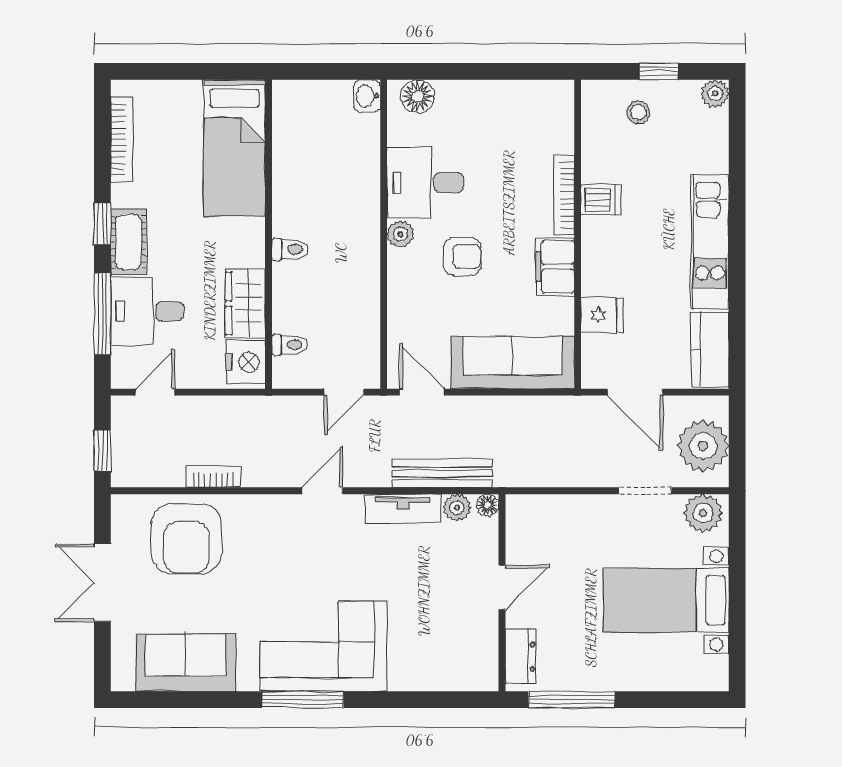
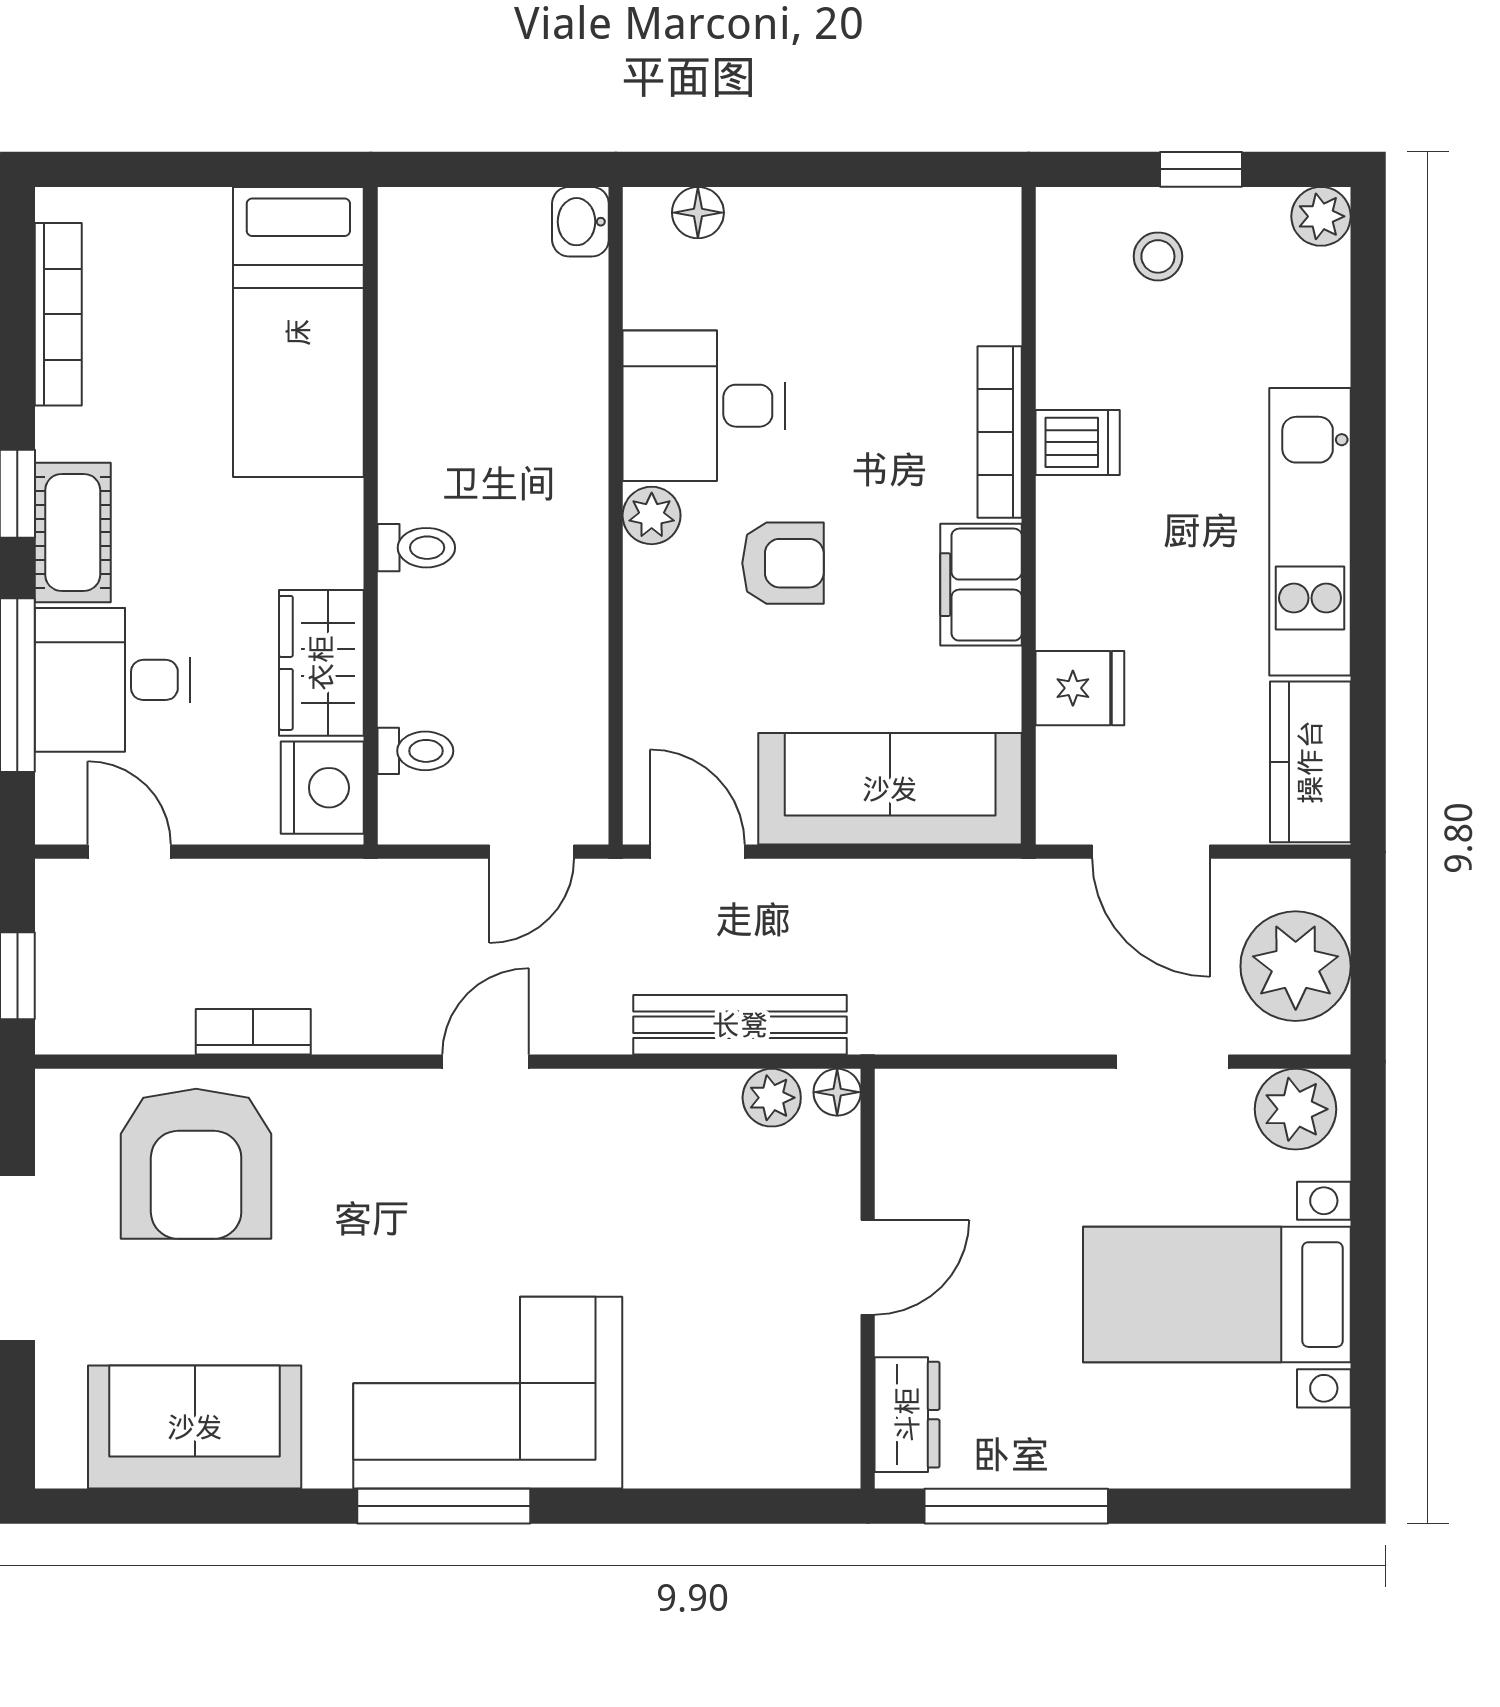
floor lamp: (418, 96) -> (698, 213), width x0.73, depth x0.73
door: (155, 392) -> (129, 852), hinge flipped
tv unit: (403, 509) -> (656, 1099), removed

